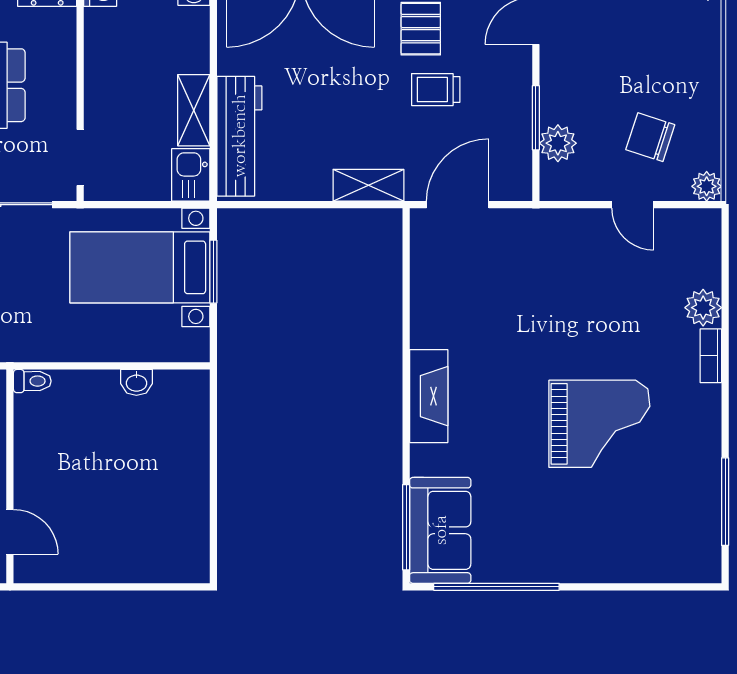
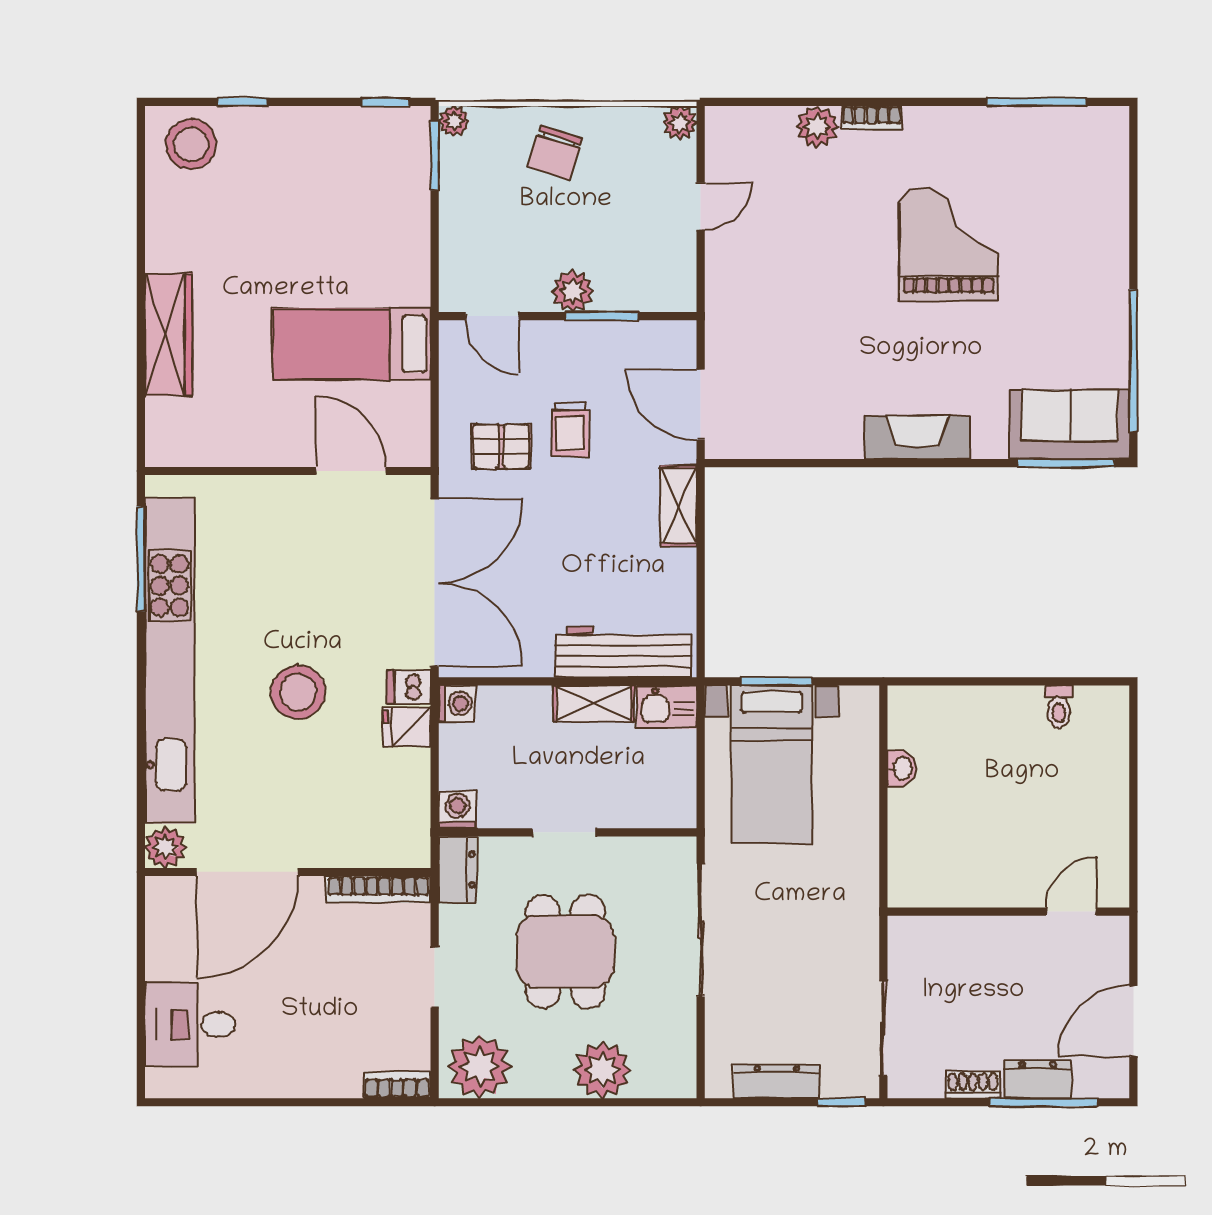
chair: (650, 137) -> (555, 152), moved
plant: (558, 143) -> (573, 291), moved
doorway: (80, 157) -> (564, 832), moved
toilet: (32, 381) -> (1059, 707), moved, turned 180

